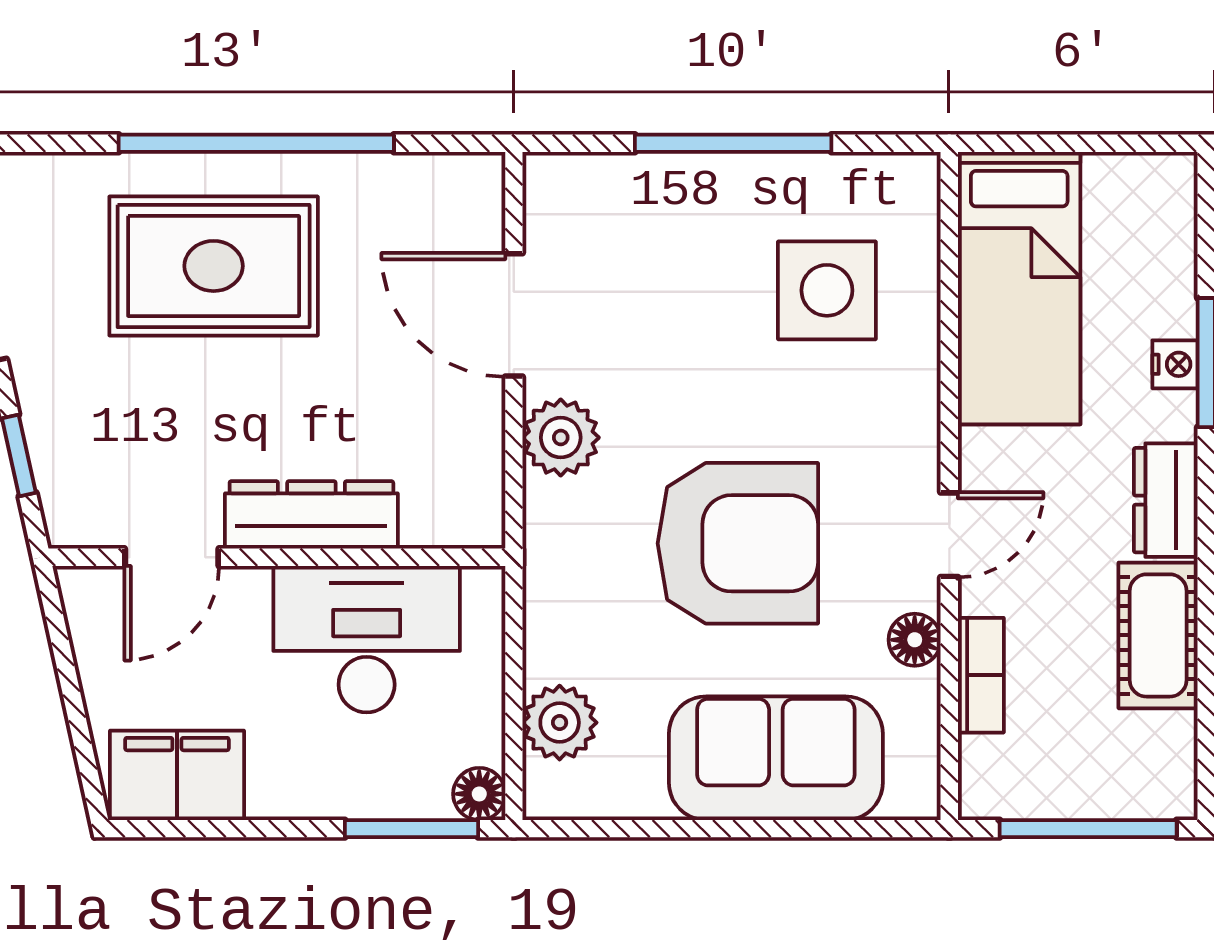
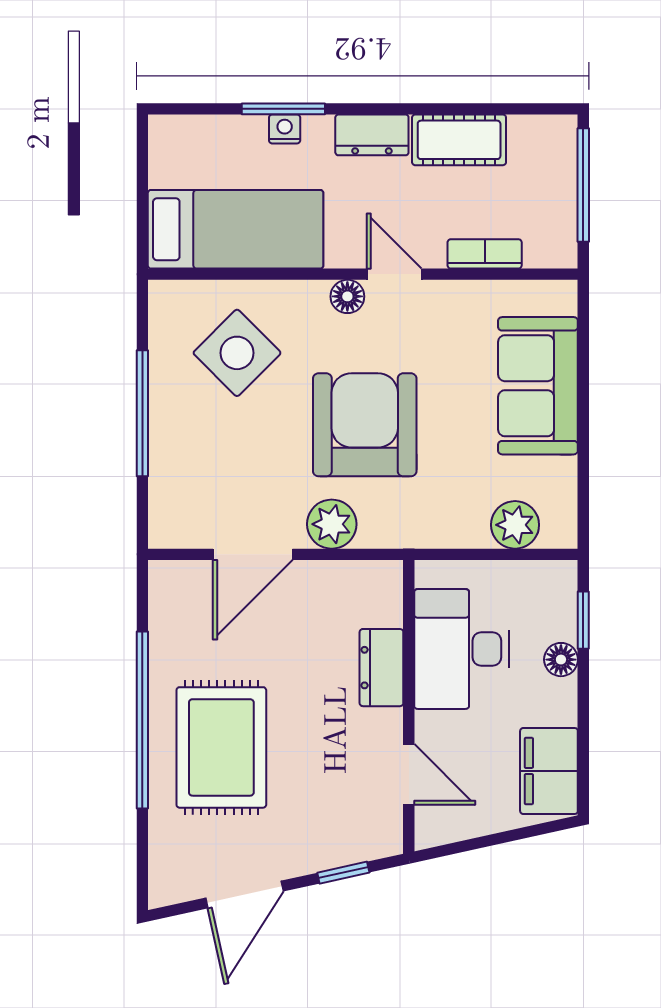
side table: (827, 290) -> (237, 353), turned 45
dresser: (311, 515) -> (381, 668), width x0.70
armchair: (738, 543) -> (365, 425), moved
floor lamp: (915, 640) -> (347, 296), moved
floor lamp: (479, 794) -> (561, 660), moved
window: (412, 829) -> (583, 620), width x0.67

